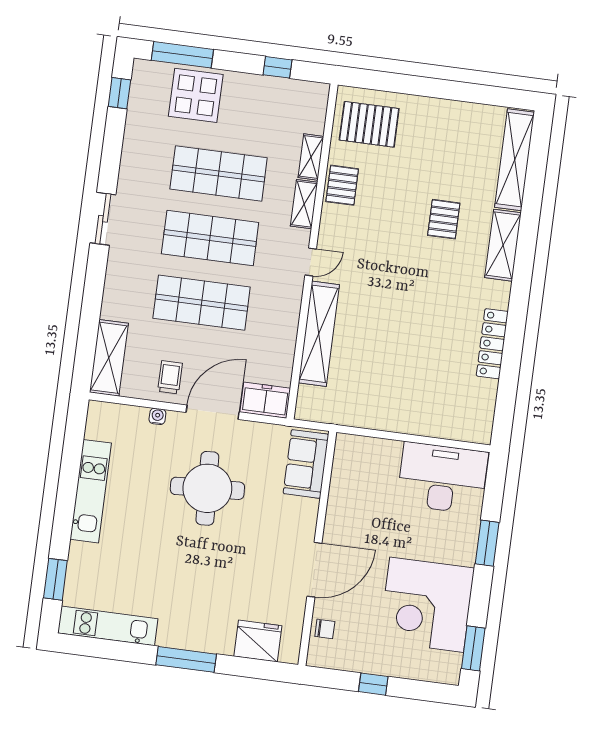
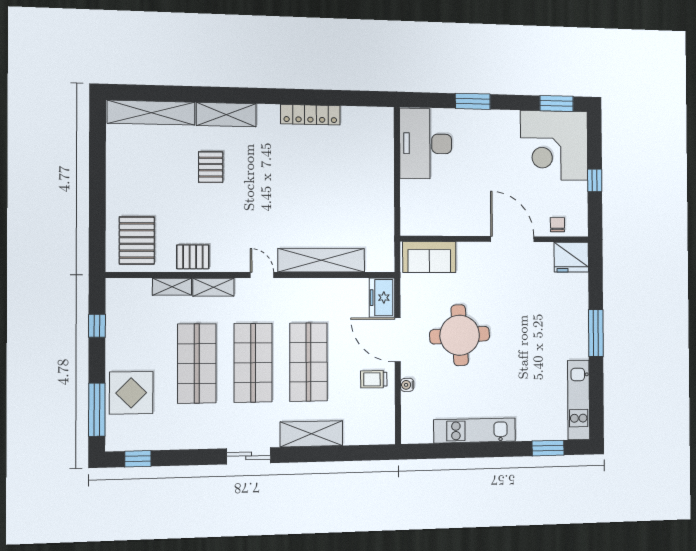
pallet: (444, 219) -> (211, 167), turned 90
shelving: (109, 358) -> (311, 434), moved
corner desk: (427, 605) -> (554, 145), moved, turned 90
fridge: (258, 641) -> (571, 257), moved, turned -90

